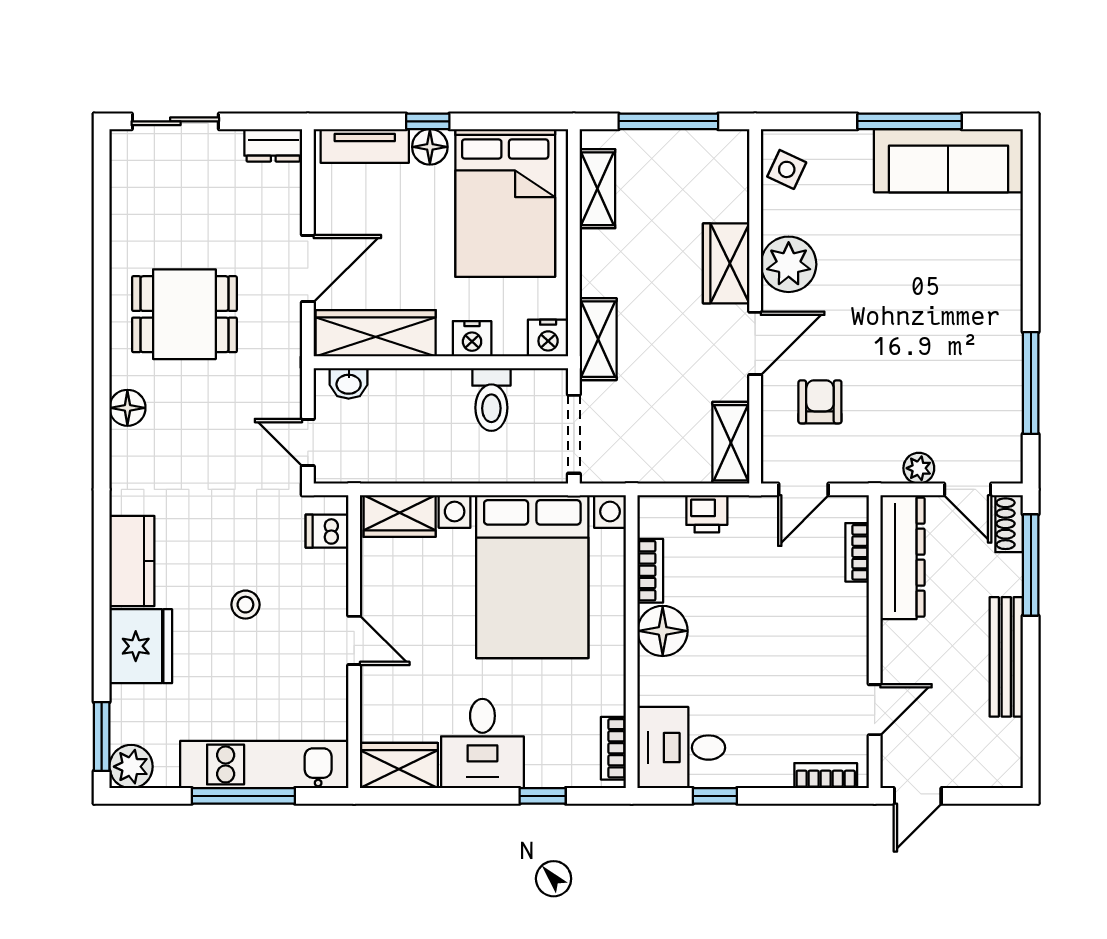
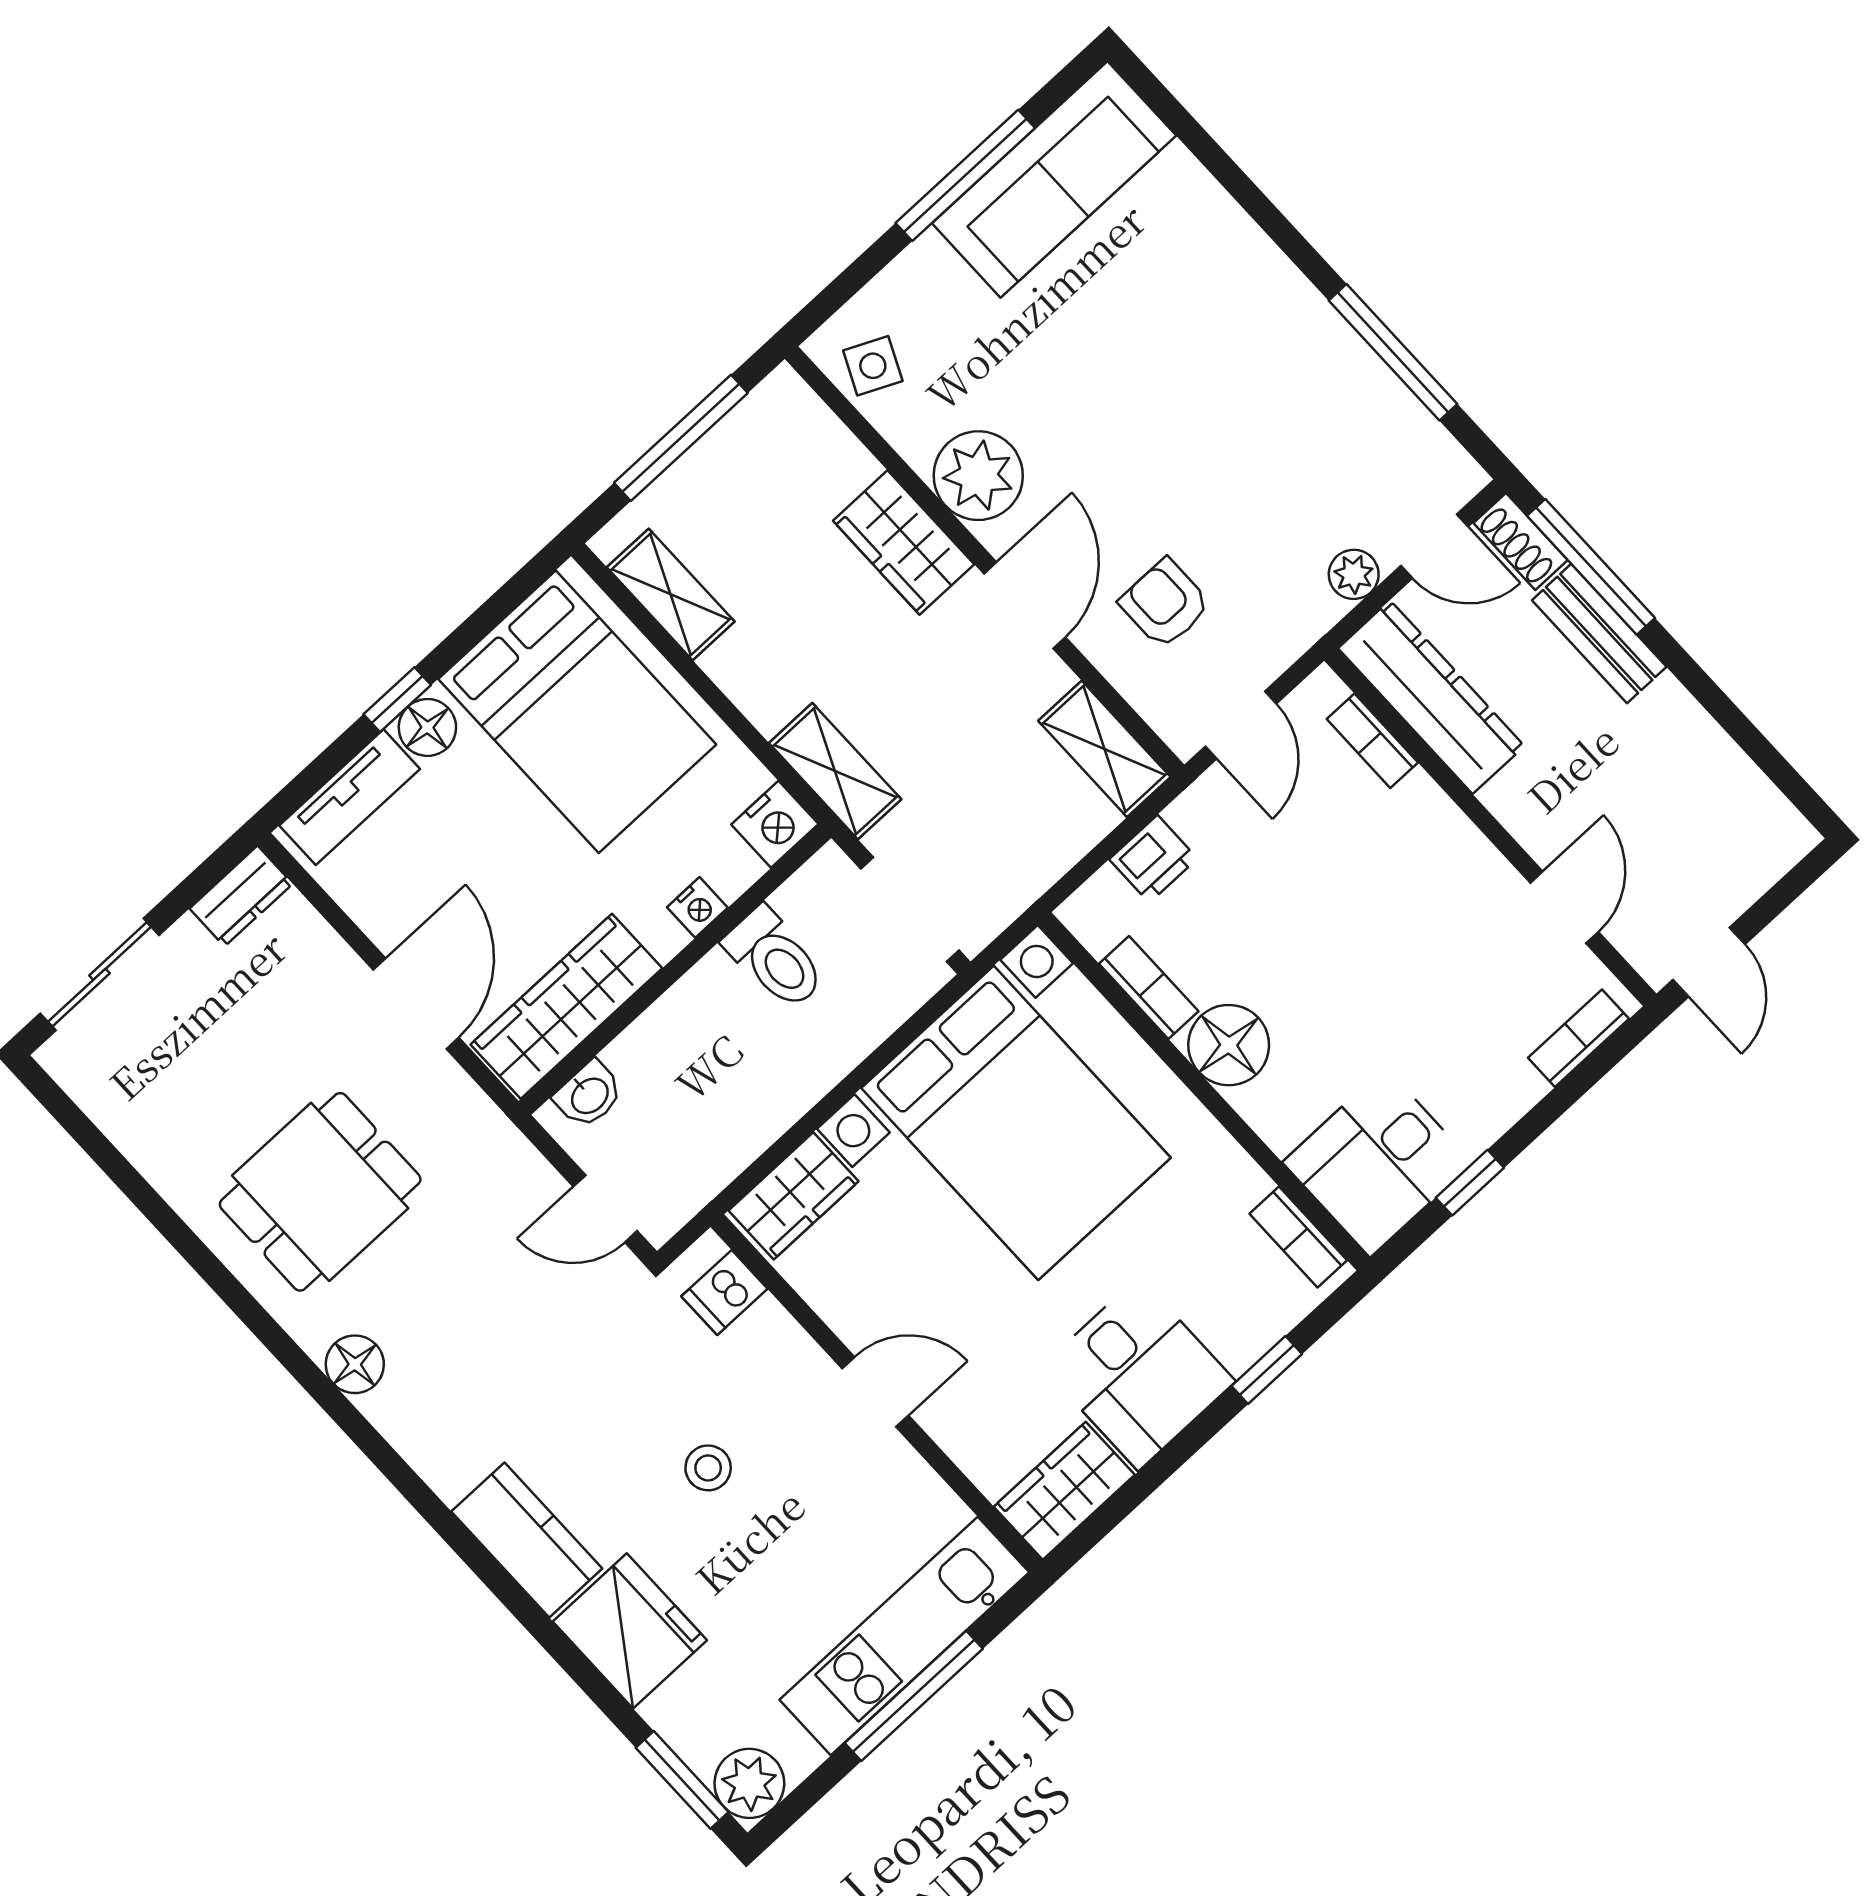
nightstand: (472, 339) -> (697, 907), width x0.72, depth x0.74
bench: (1006, 657) -> (1599, 633), moved, width x0.73

